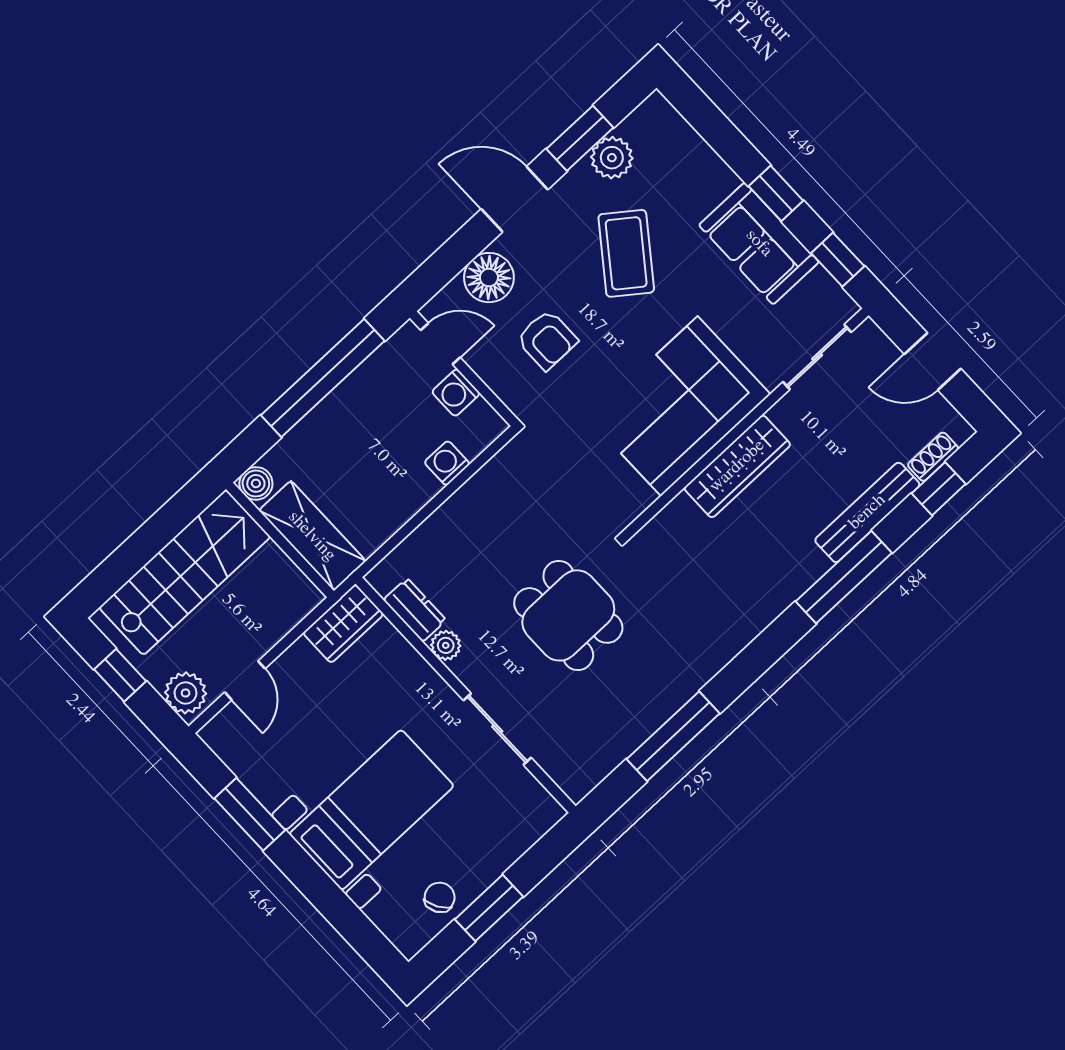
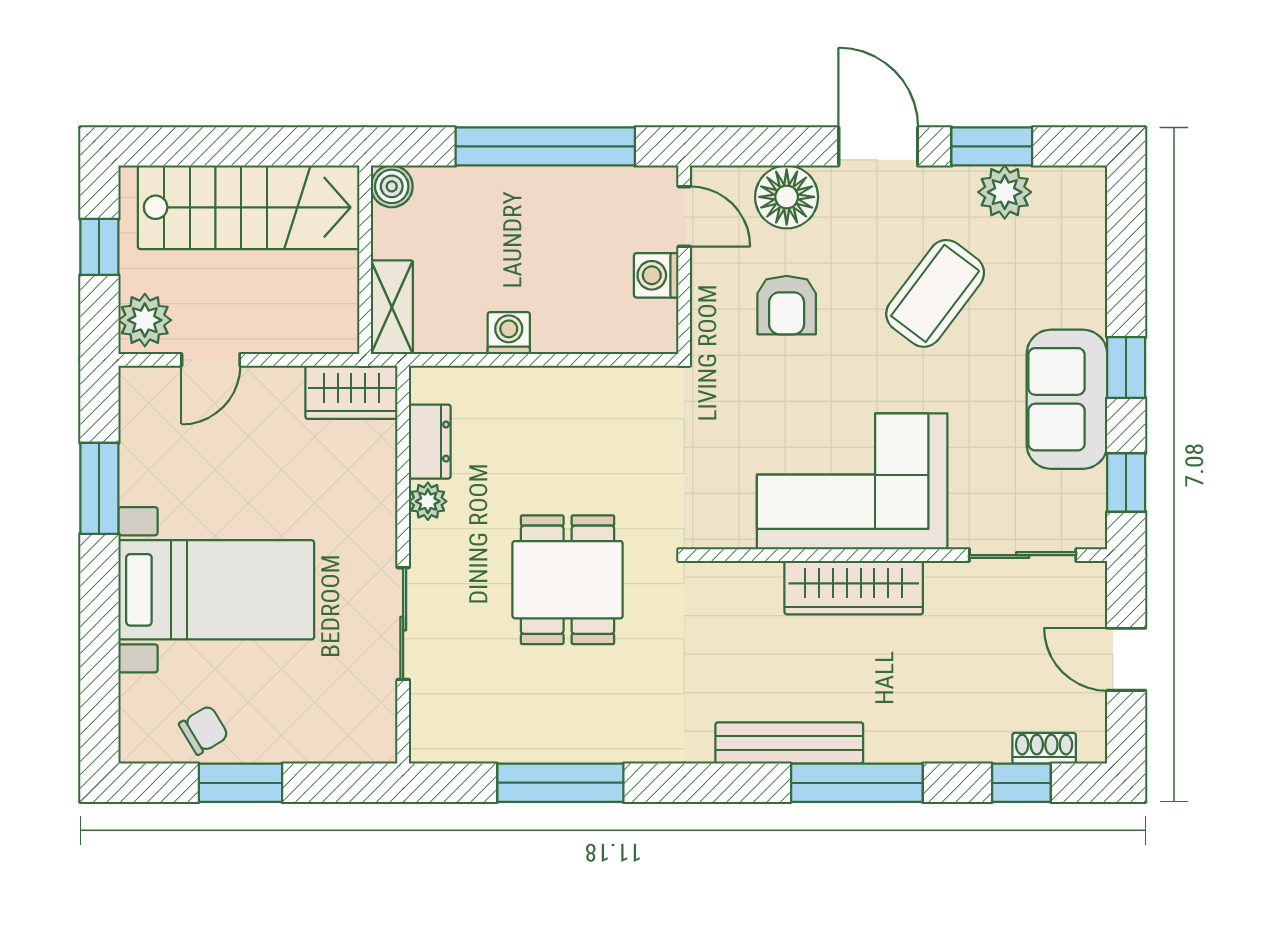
washing machine: (447, 463) -> (509, 333), moved
bench: (867, 512) -> (789, 743), moved
shelving: (312, 536) -> (392, 307), width x0.67, depth x0.75

